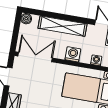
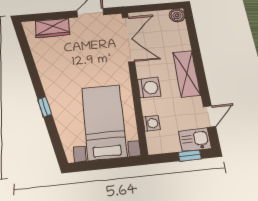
shelving: (62, 26) -> (186, 74), width x0.68

